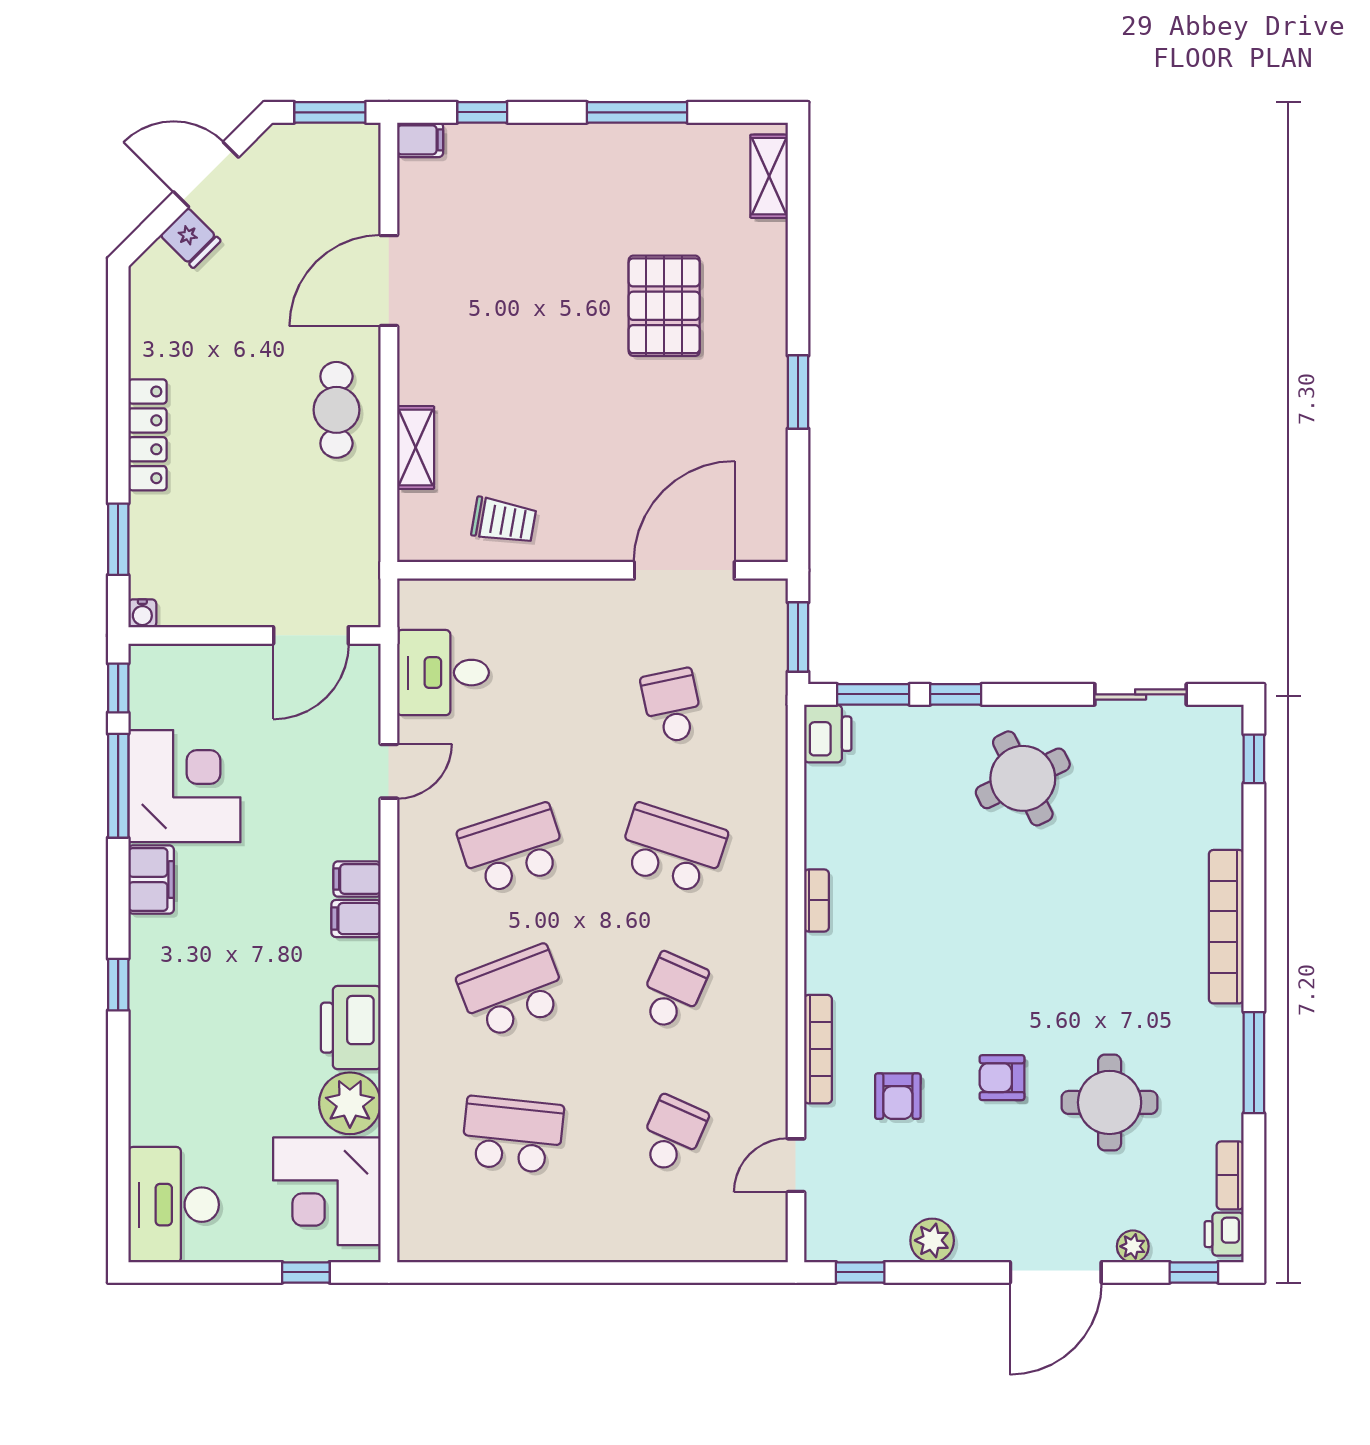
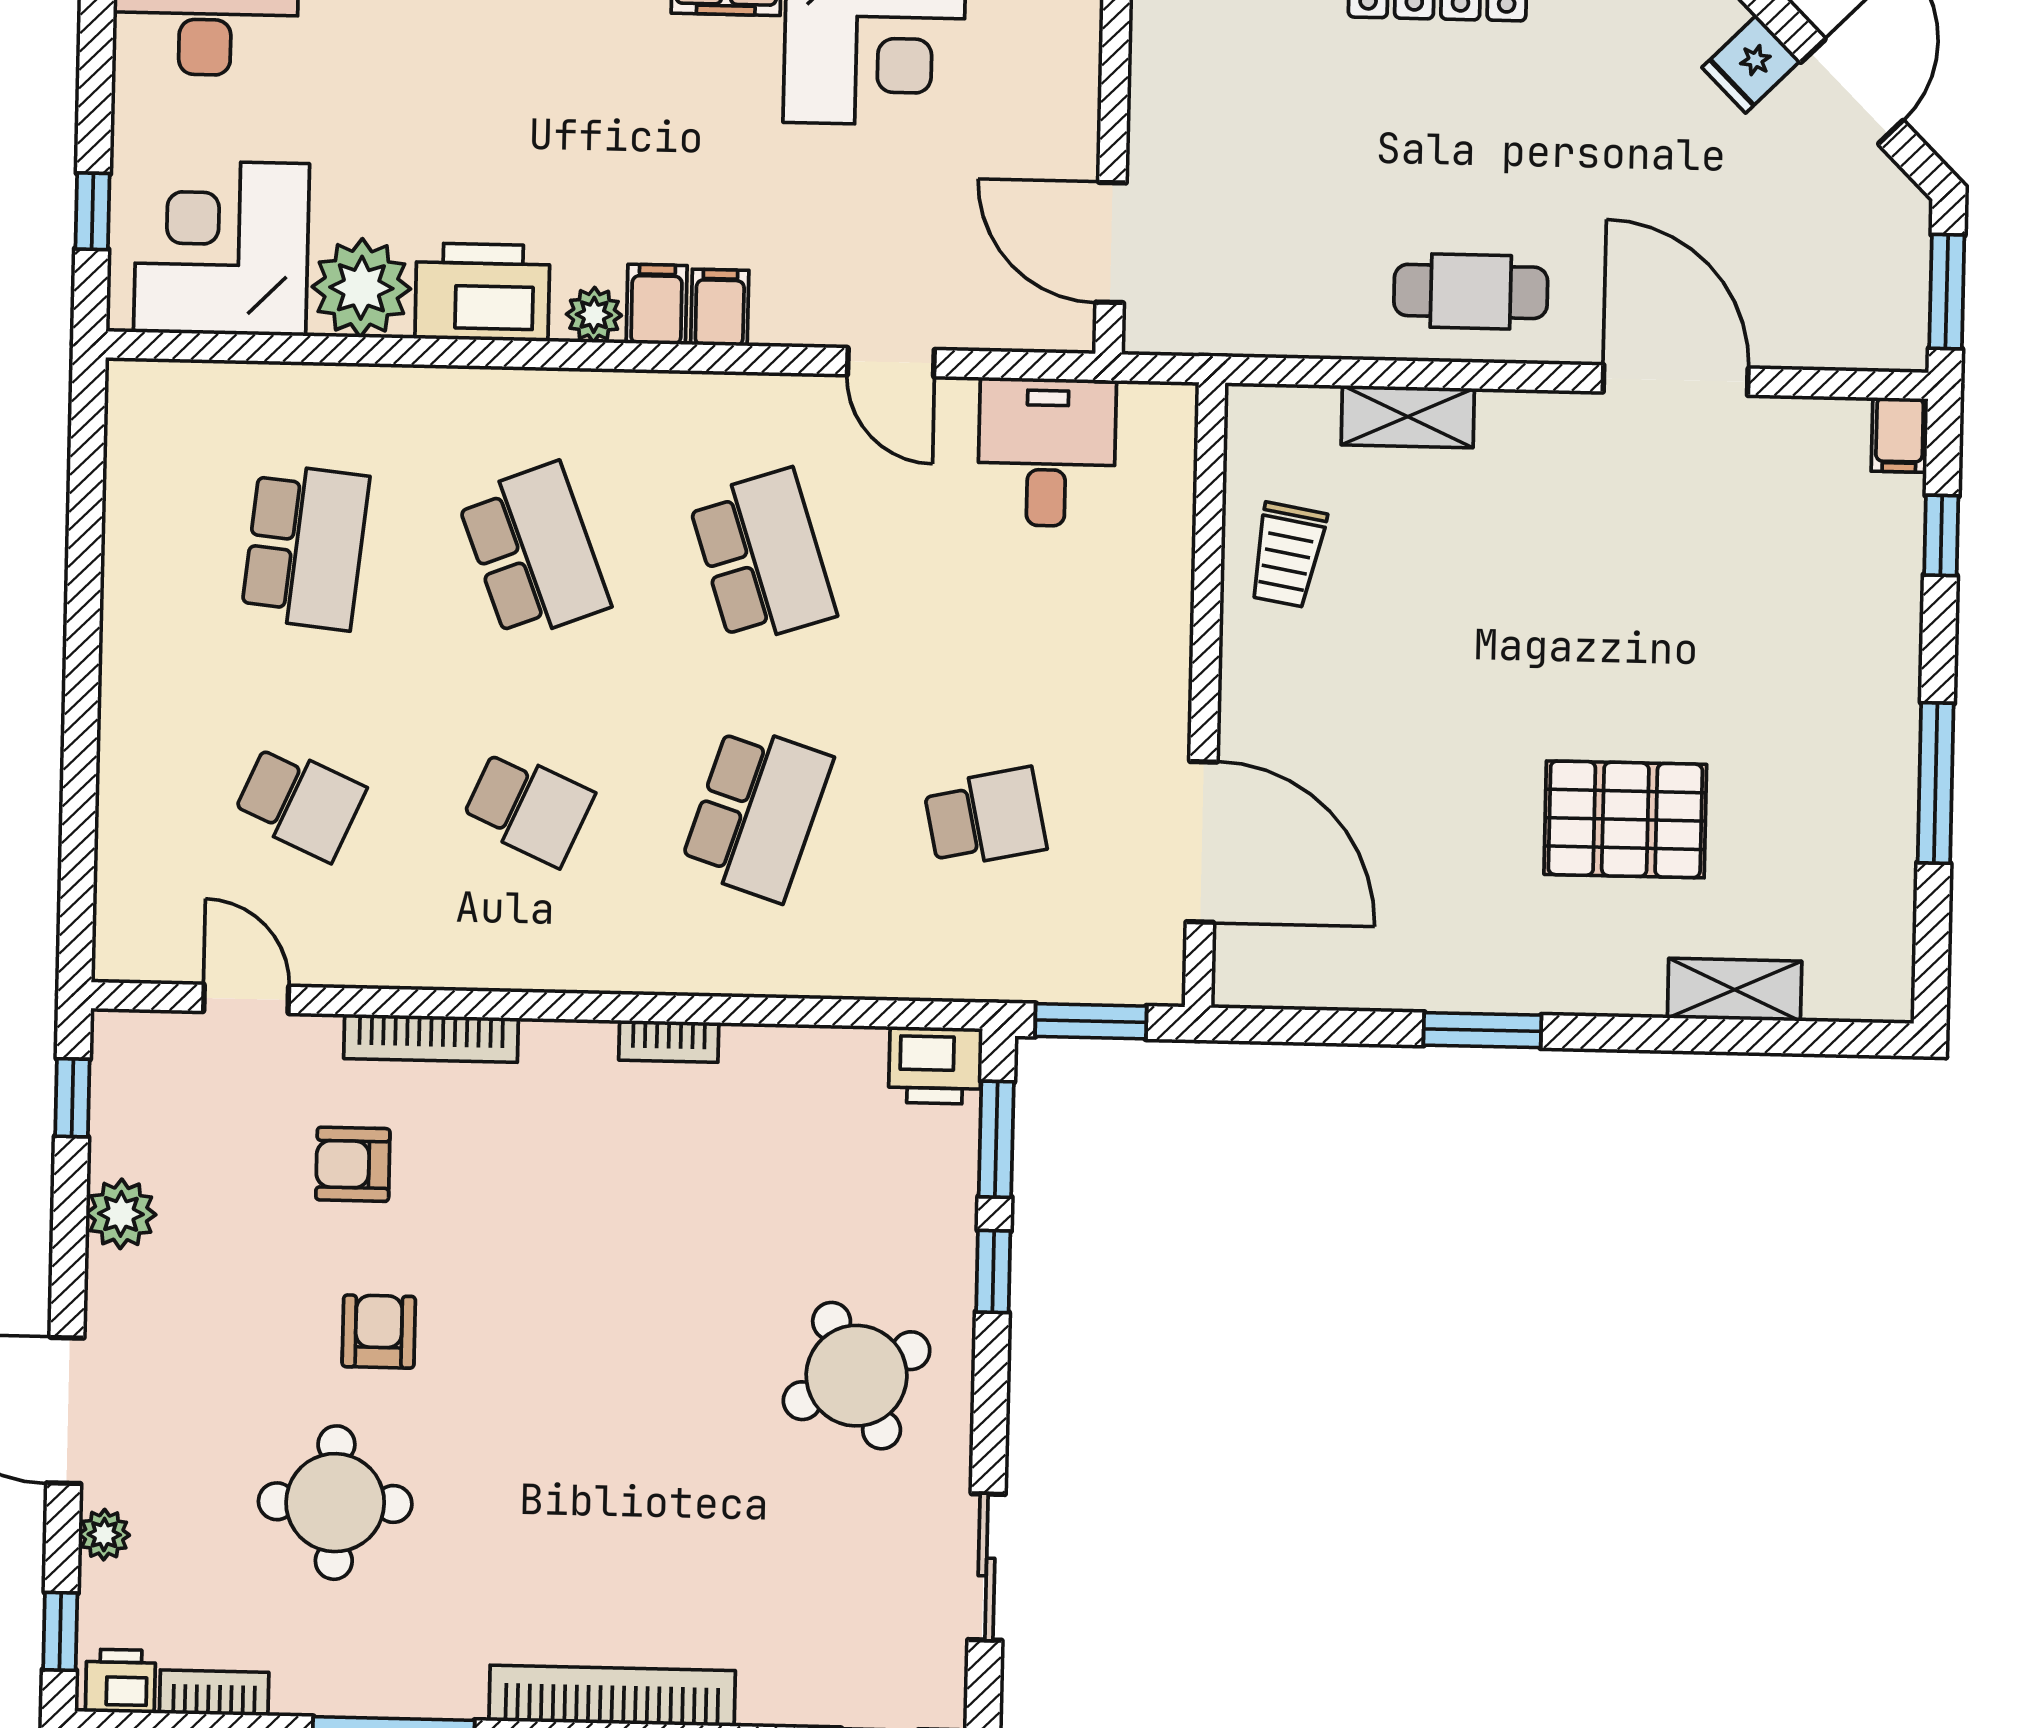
shelving: (769, 176) -> (1735, 990), moved
plant: (363, 958) -> (594, 315), added

